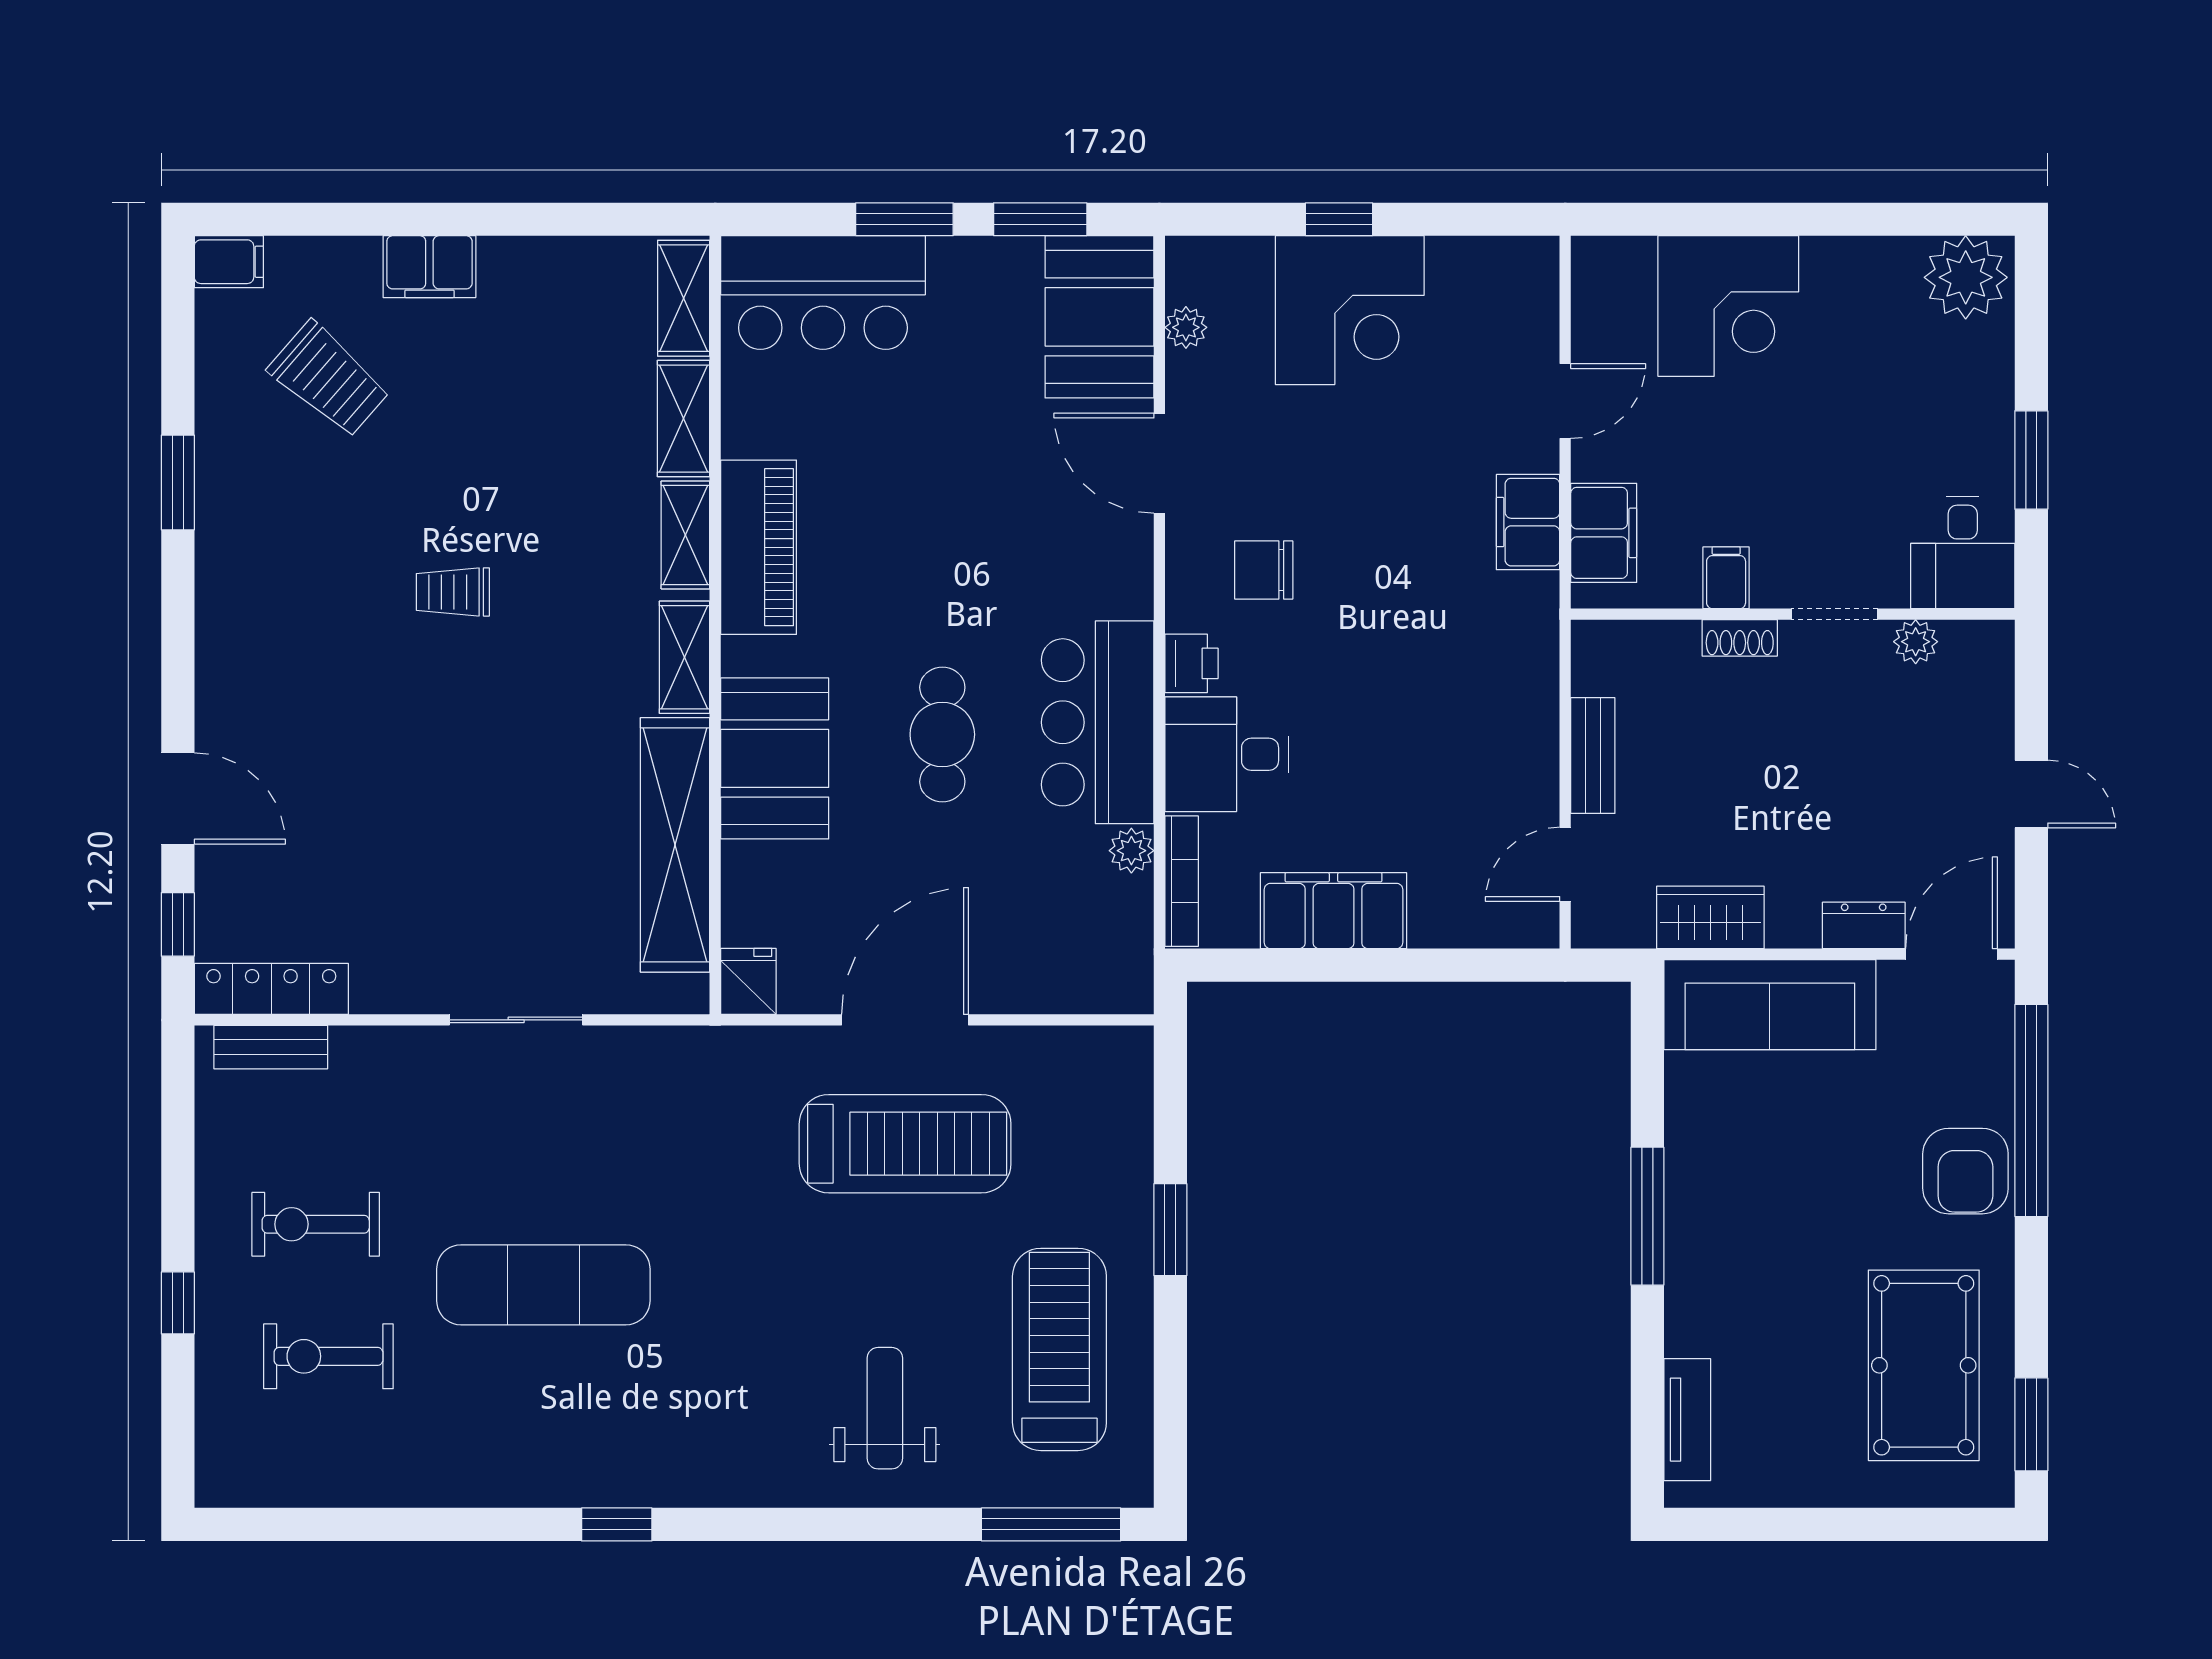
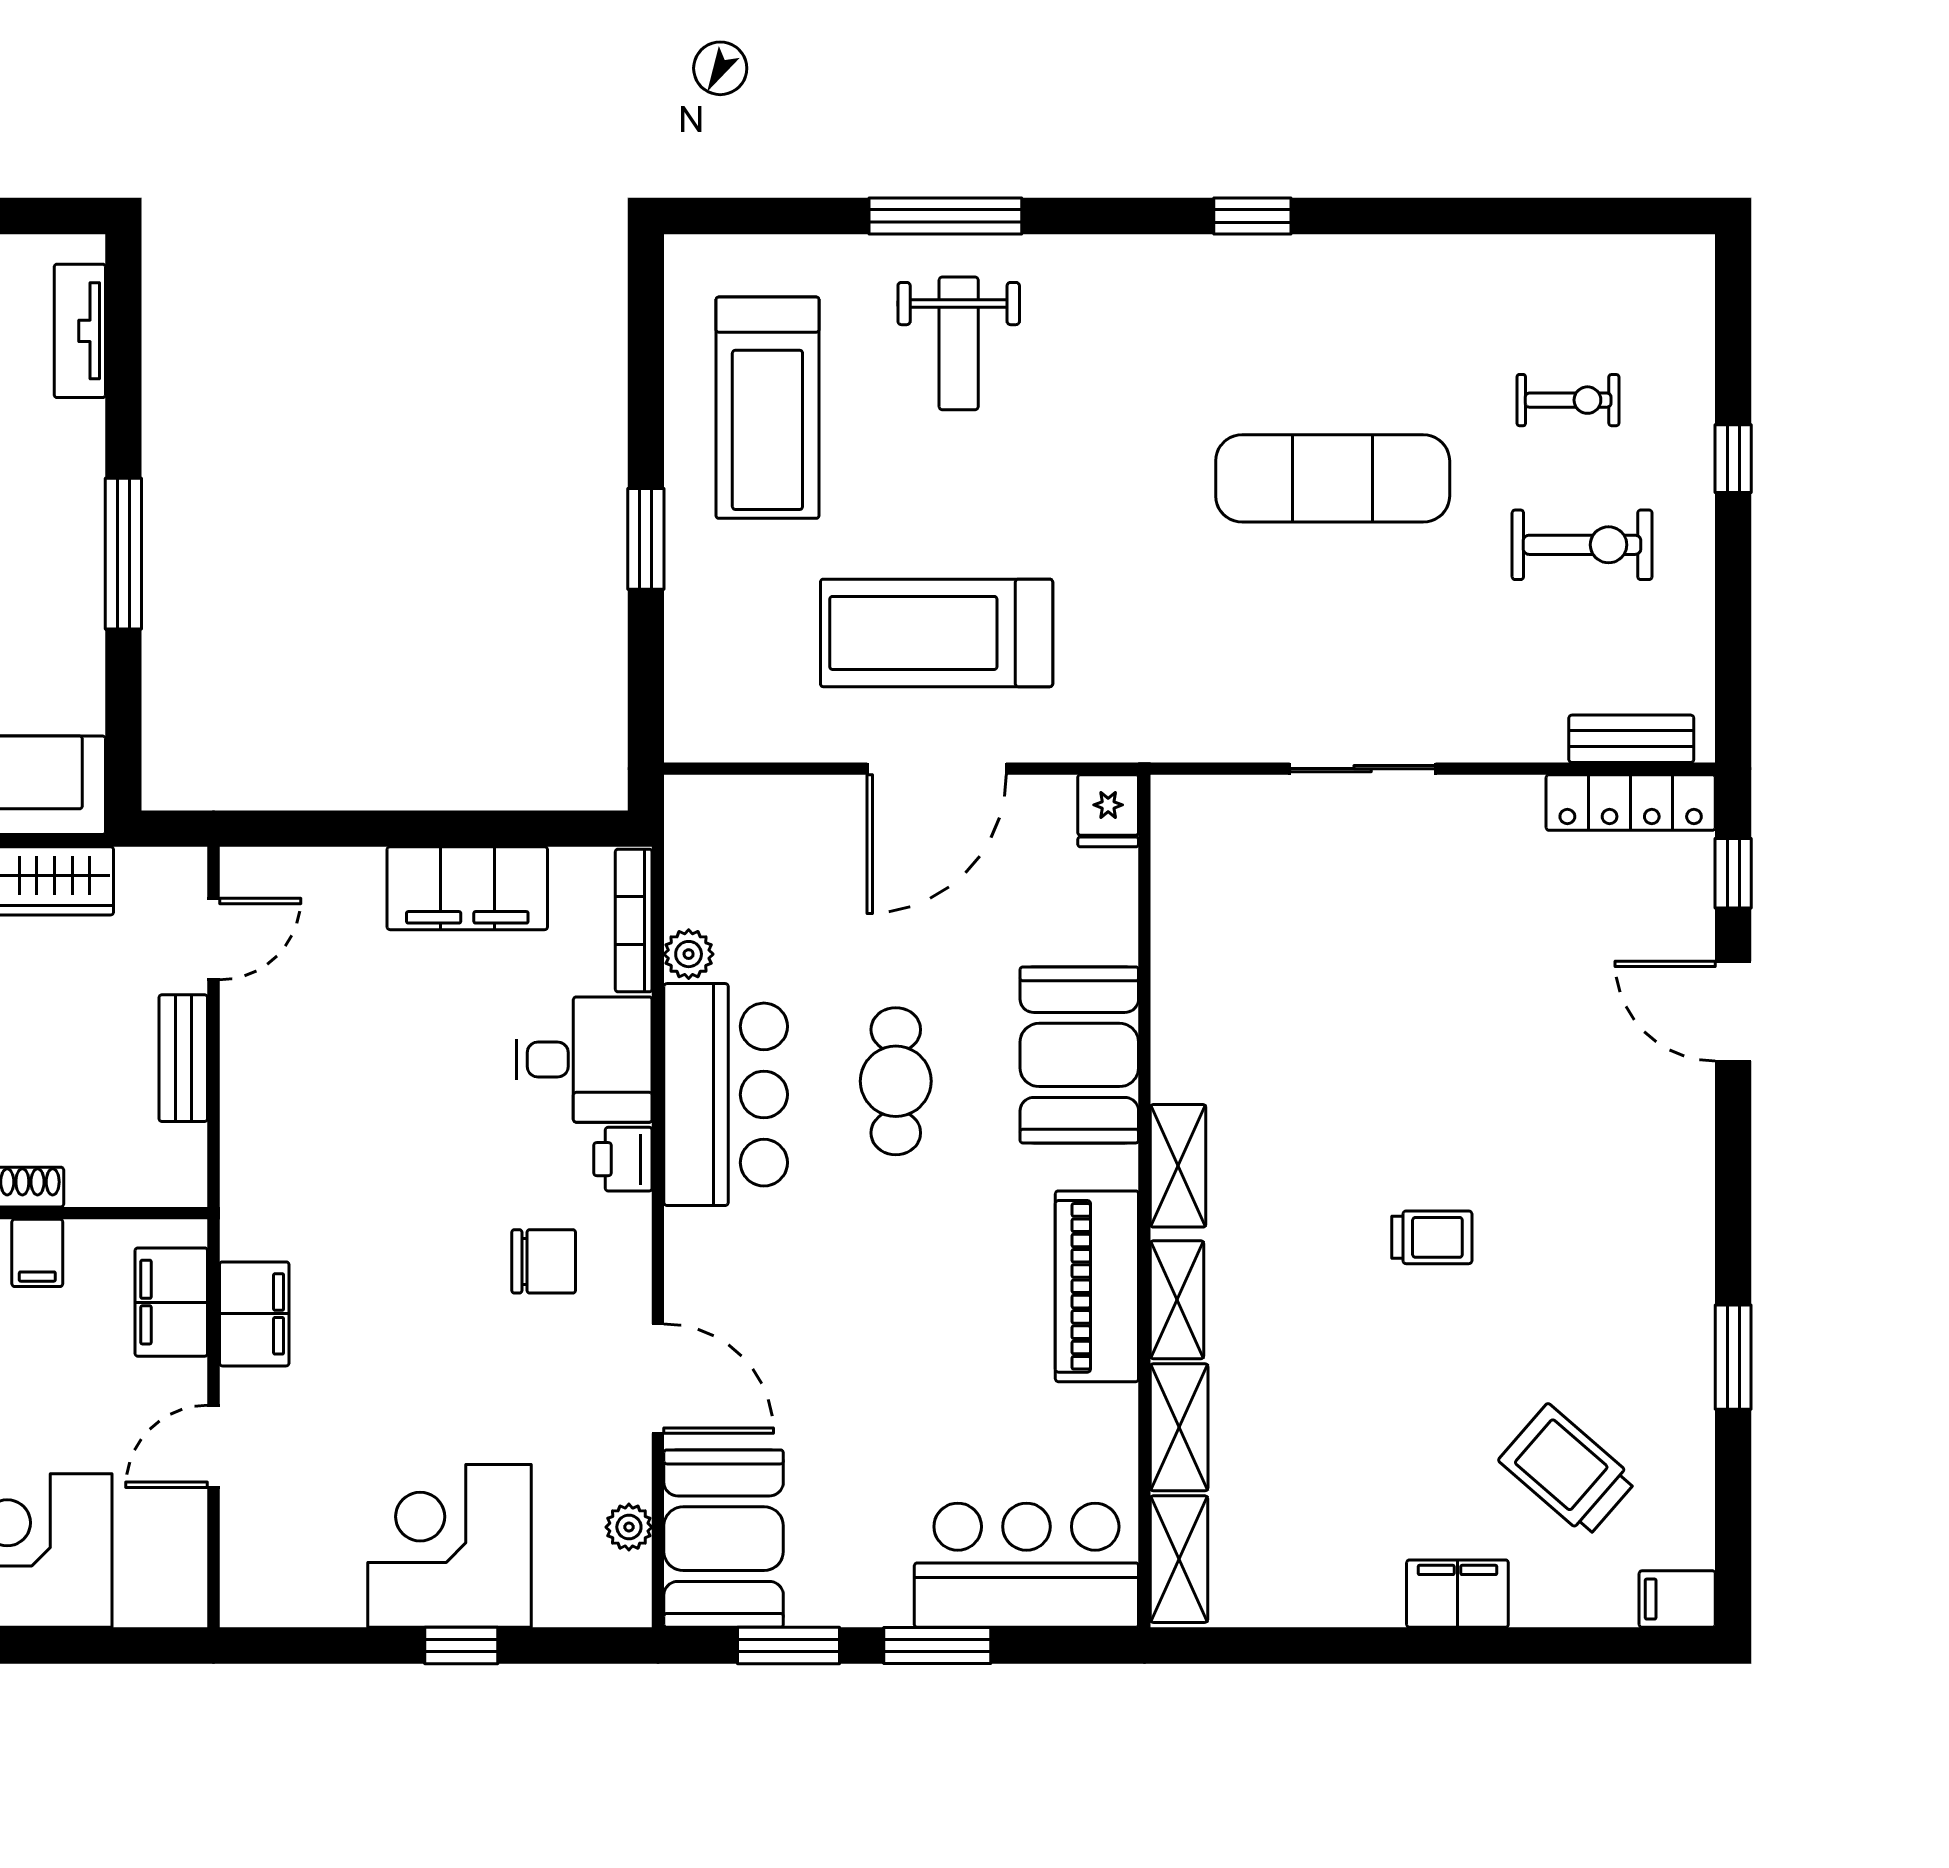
shelving: (675, 845) -> (1188, 960), removed
exercise bike: (328, 1356) -> (1568, 400), width x0.73, depth x0.72
window: (1051, 1524) -> (945, 216), moved

